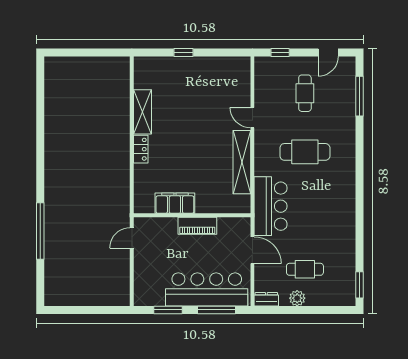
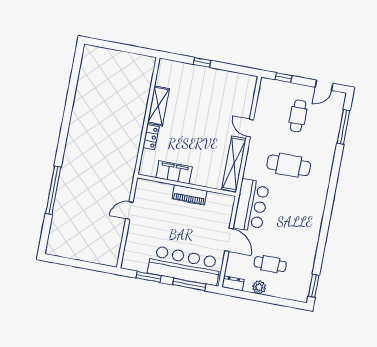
filing cabinet: (175, 203) -> (174, 172), moved
wall: (192, 215) -> (187, 185), moved
piano: (197, 226) -> (189, 195), moved

